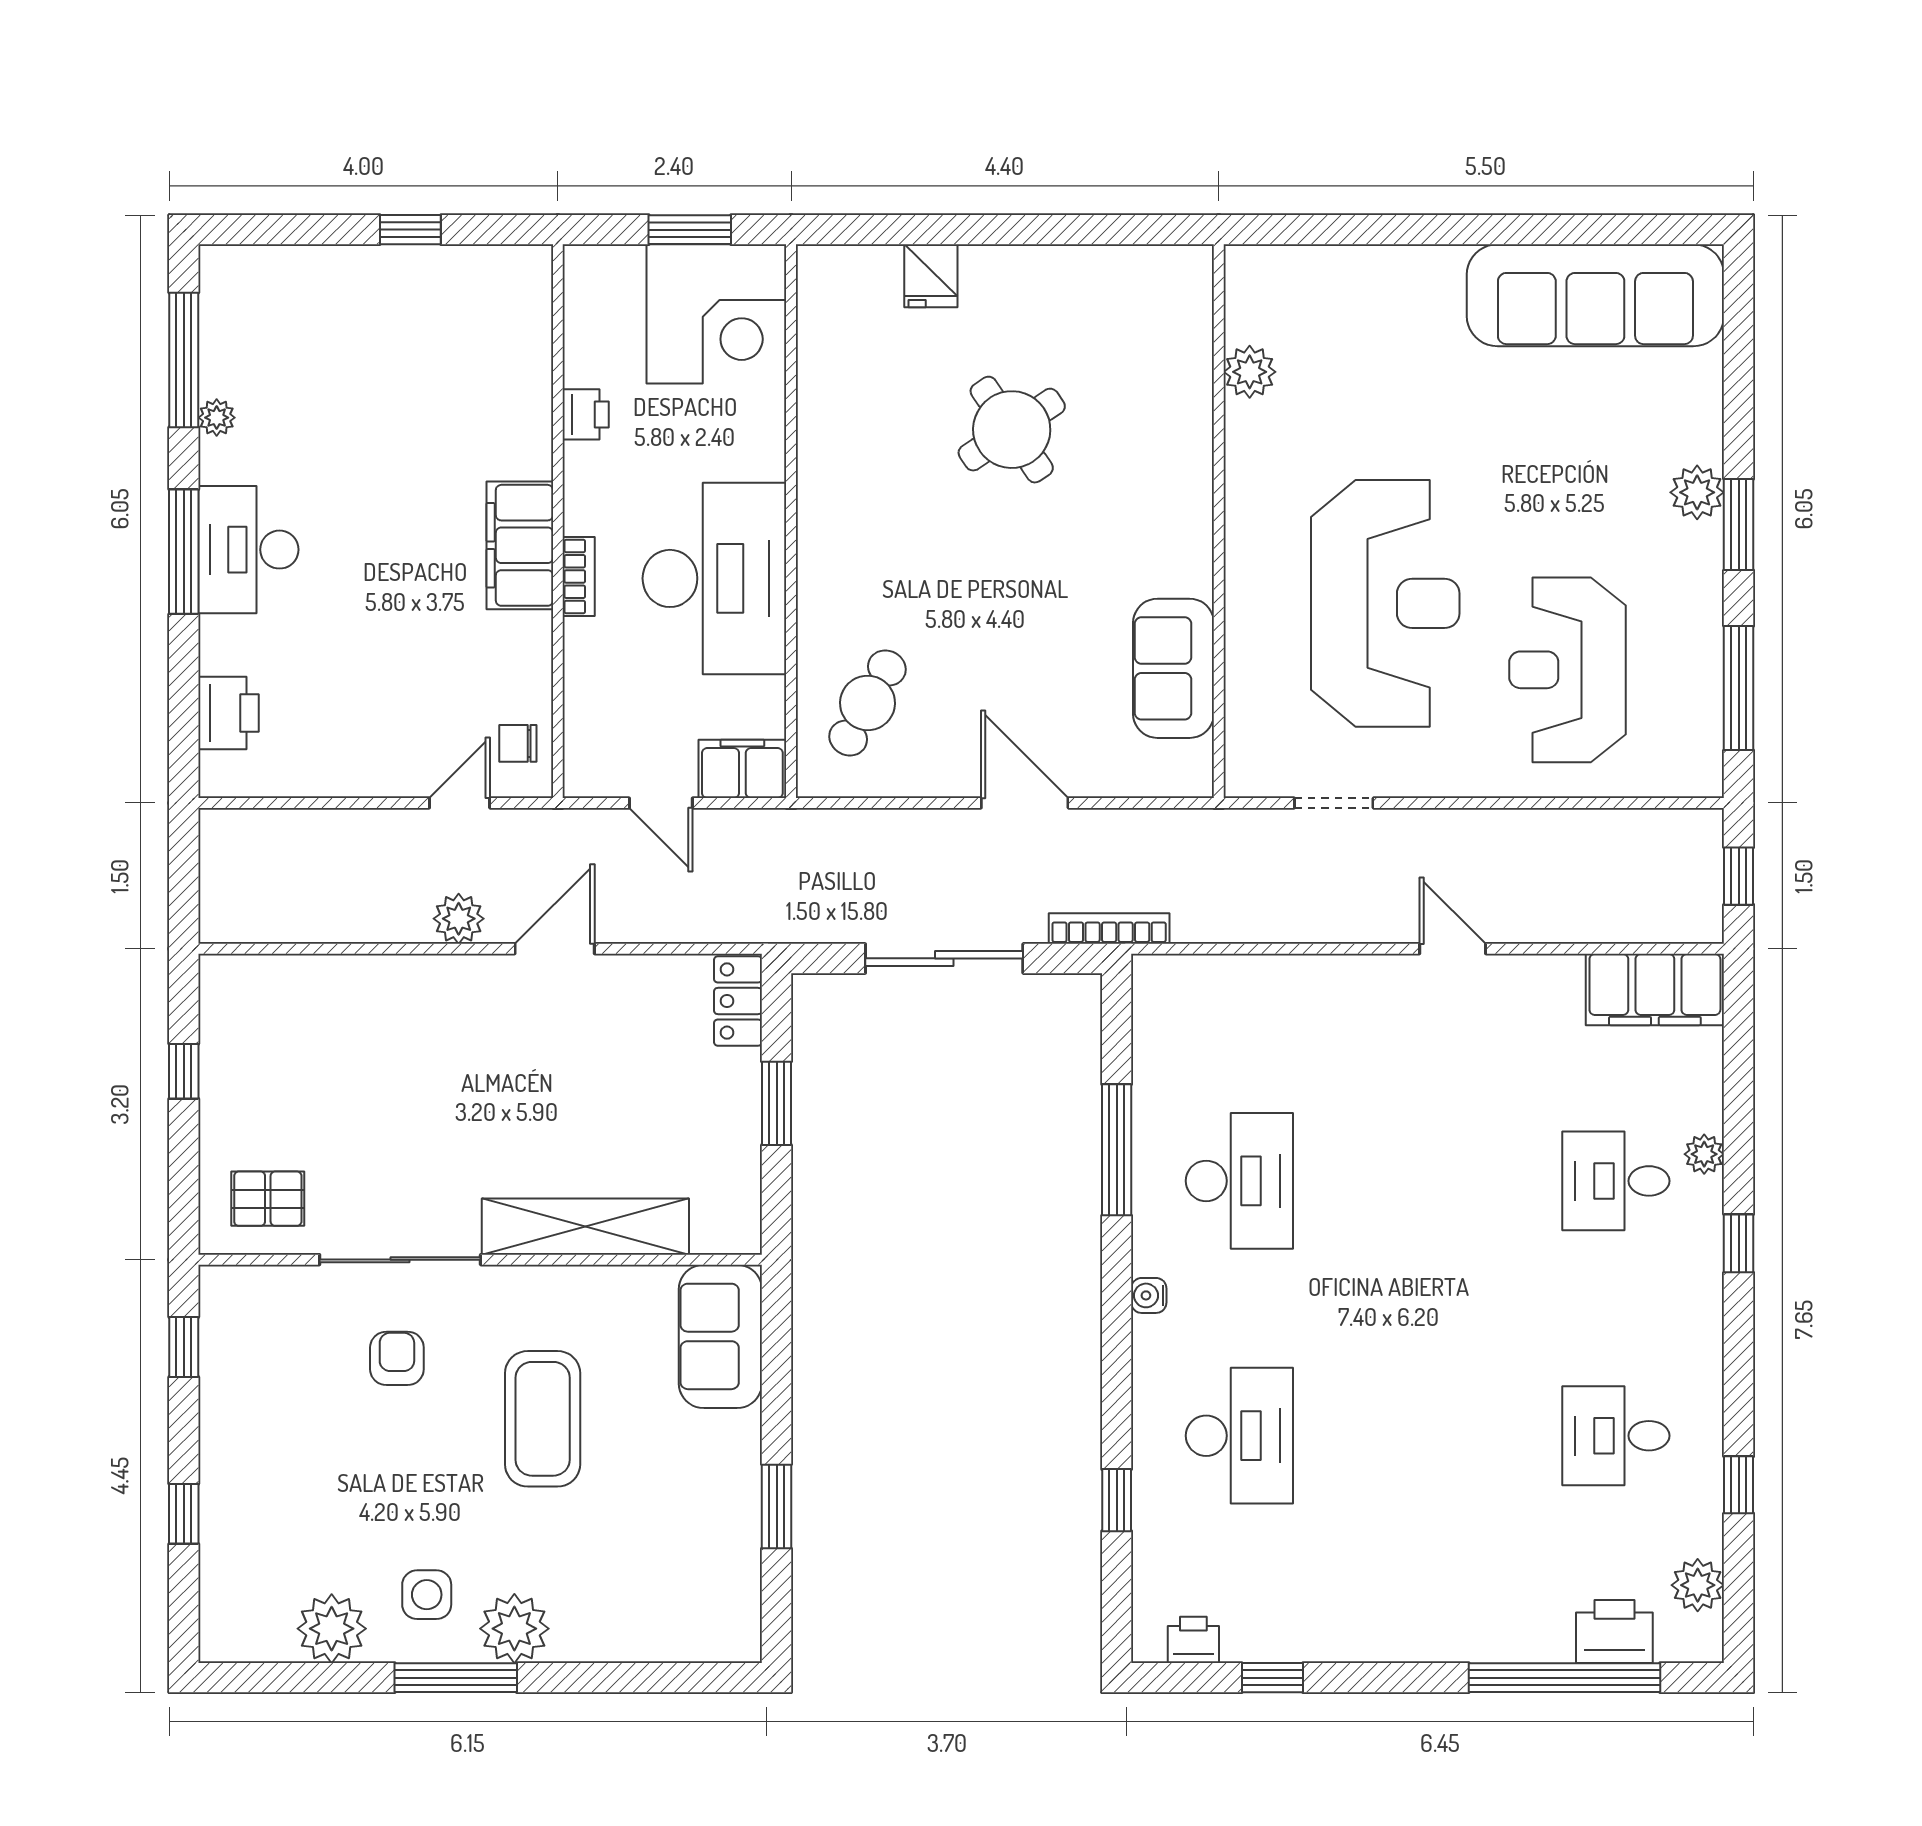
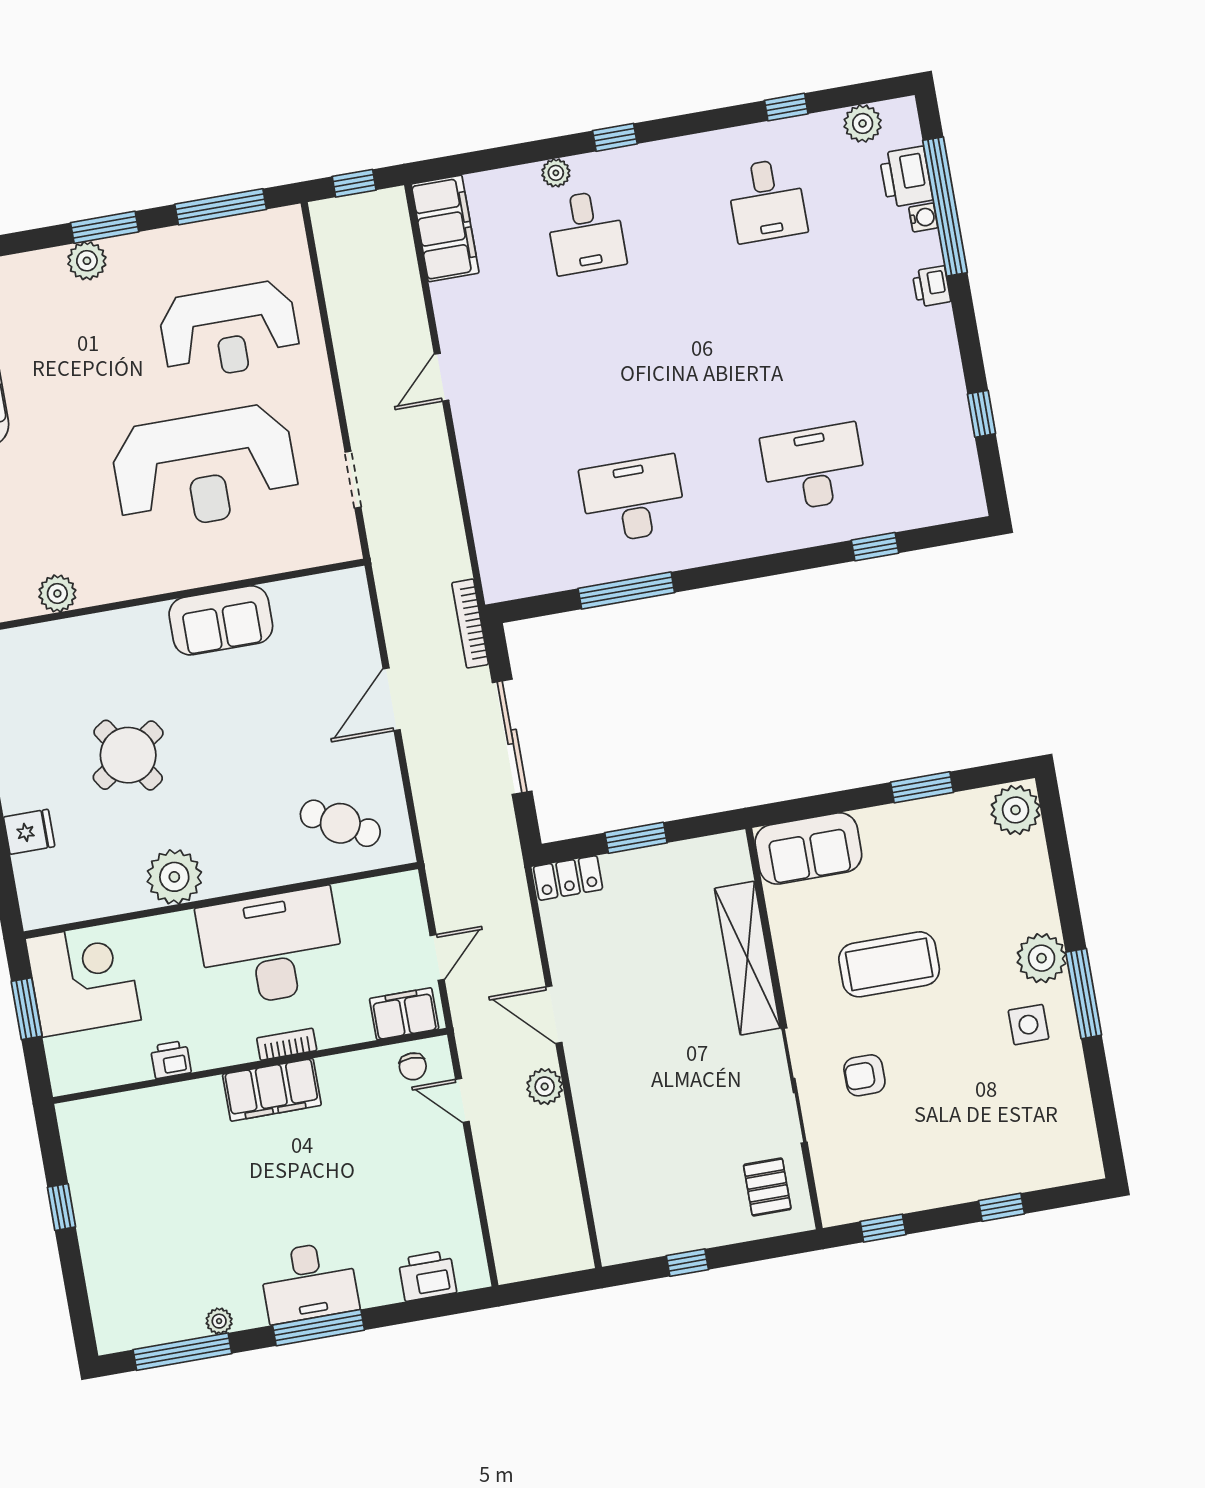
plant: (834, 463) -> (174, 877), added
reception desk: (1385, 603) -> (205, 468), turned 180
sofa: (1173, 668) -> (221, 620), moved
filing cabinet: (742, 769) -> (404, 1014), moved, turned 90
water cooler: (1149, 1295) -> (923, 217), moved, turned -90
plant: (332, 1629) -> (1016, 810), moved
printer: (1193, 1640) -> (931, 286), moved

